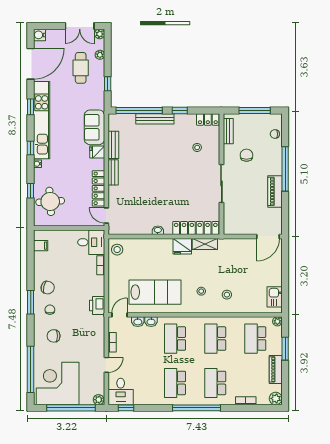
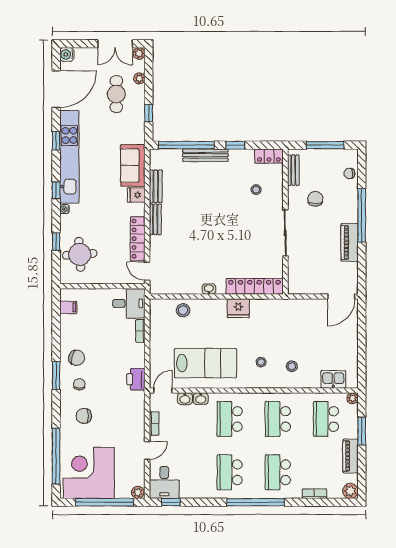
shelving: (205, 244) -> (265, 305), removed
stool: (117, 250) -> (183, 310), moved
kitchen sink: (275, 297) -> (333, 379), moved, turned 90

